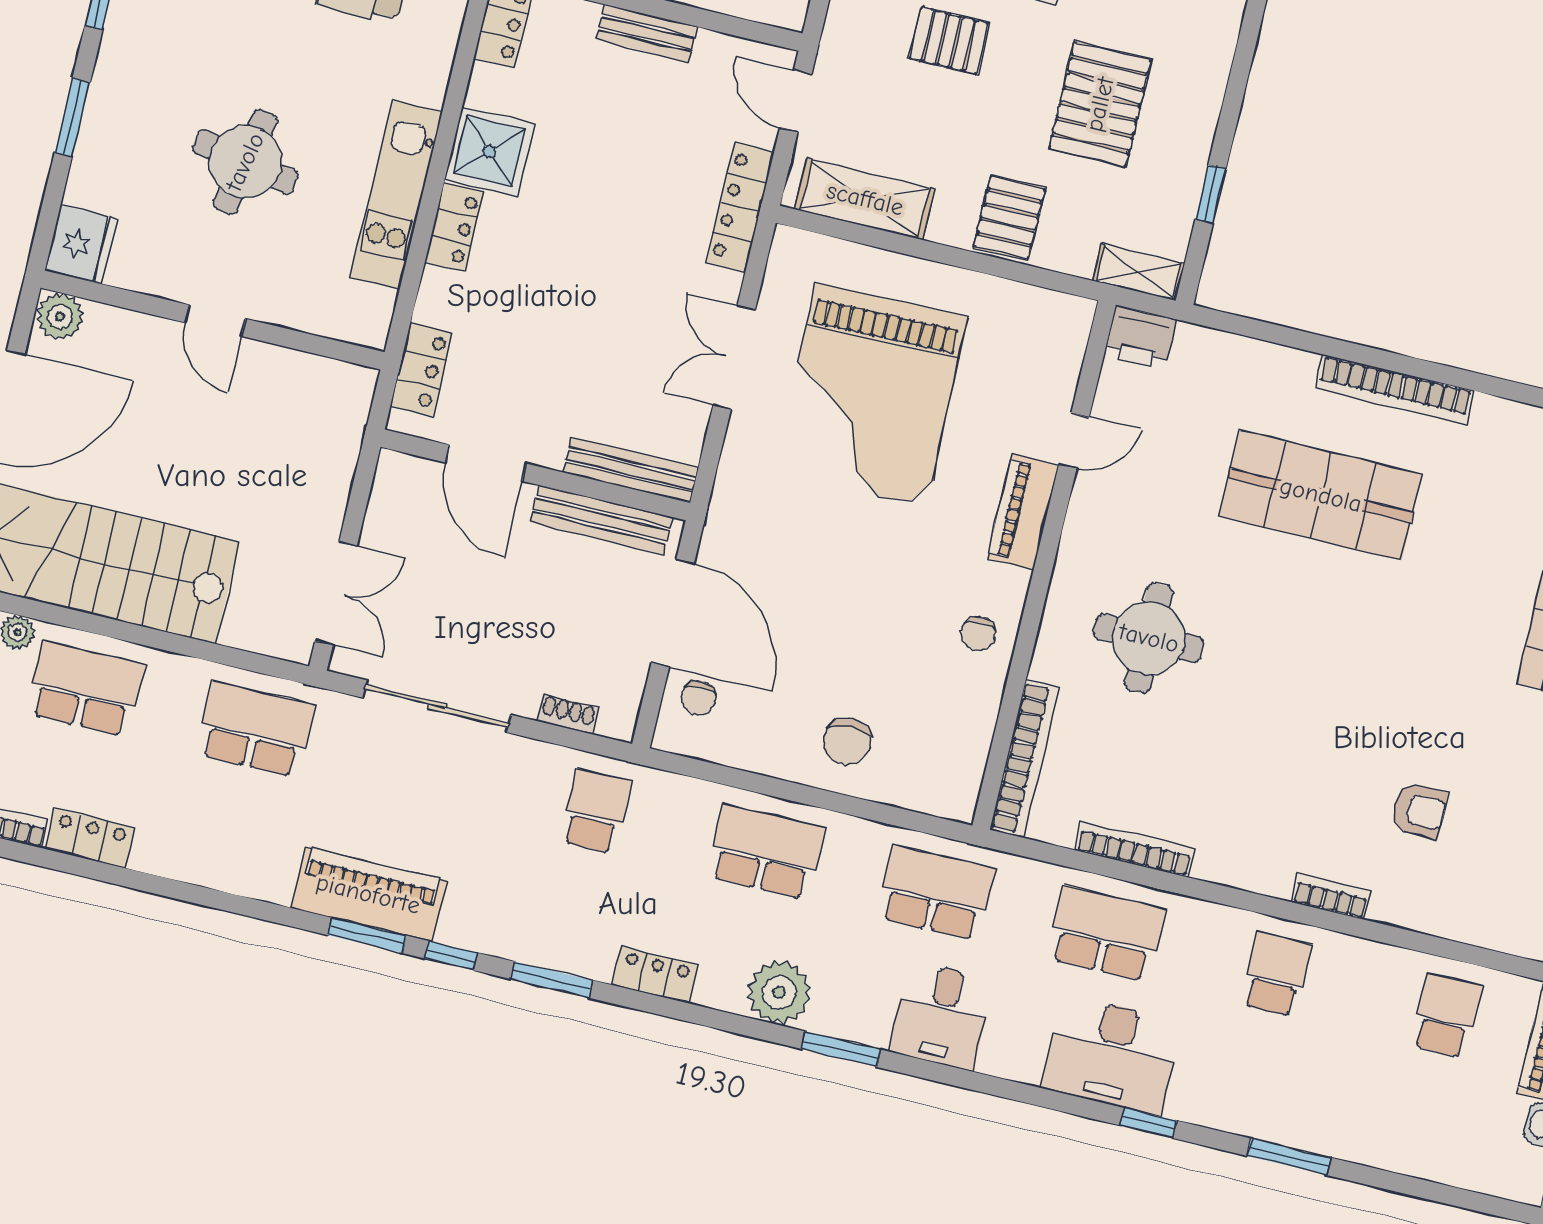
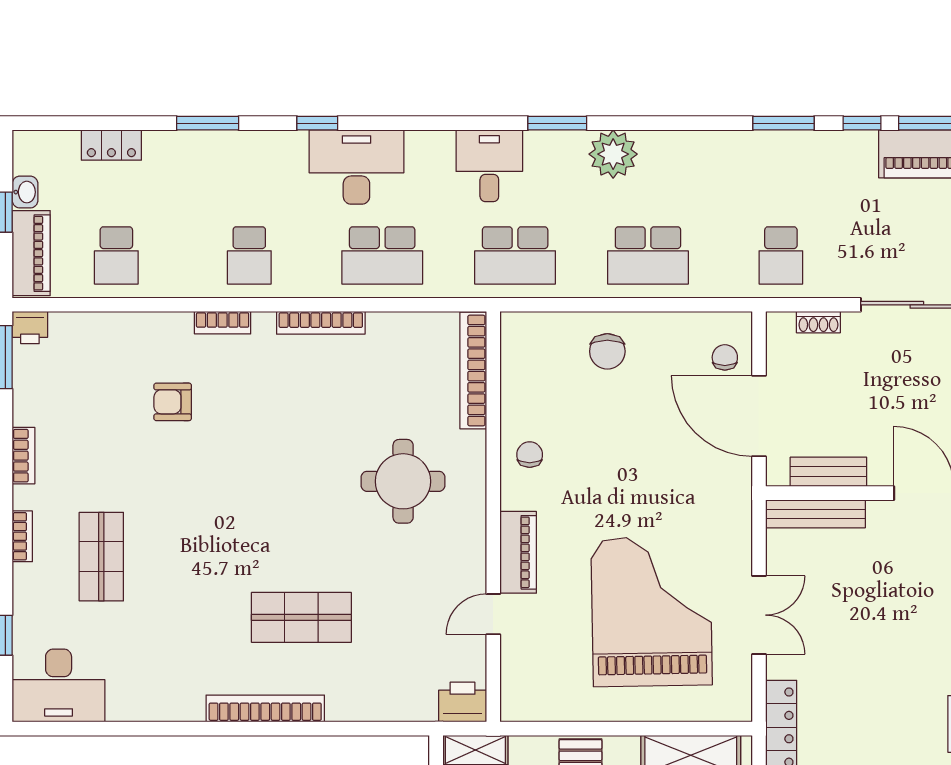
shop shelf: (1321, 495) -> (301, 617), width x0.70, depth x0.74
bench: (601, 520) -> (828, 472), width x0.73
chair: (847, 742) -> (607, 351), turned 180
bookcase: (1135, 849) -> (321, 323), moved
locker: (655, 975) -> (111, 145), moved

